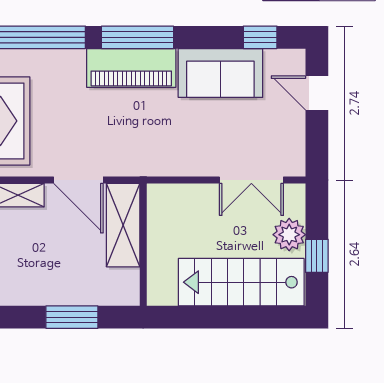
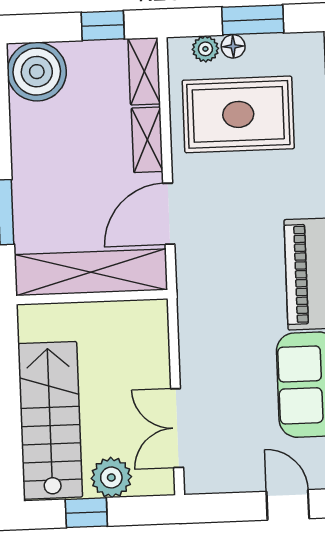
door: (317, 93) -> (288, 505), hinge flipped
shelving: (123, 225) -> (91, 272), width x1.47

